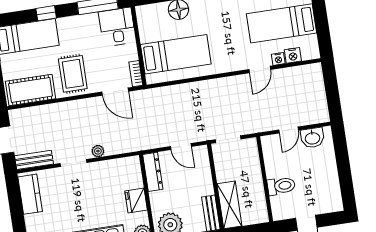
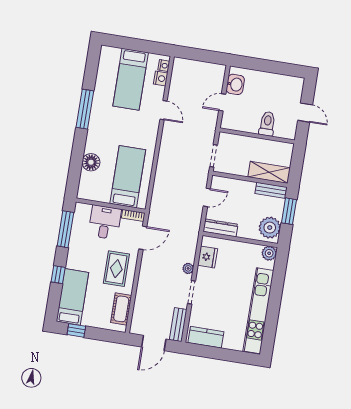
desk: (117, 27) -> (105, 222), moved, turned 90
nightstand: (278, 59) -> (164, 66), moved
rug: (73, 74) -> (116, 269), turned 90
cot: (31, 90) -> (121, 309), width x0.73, depth x0.75
door: (289, 130) -> (222, 102), swing flipped
fridge: (136, 201) -> (208, 257), moved, turned -90

